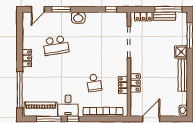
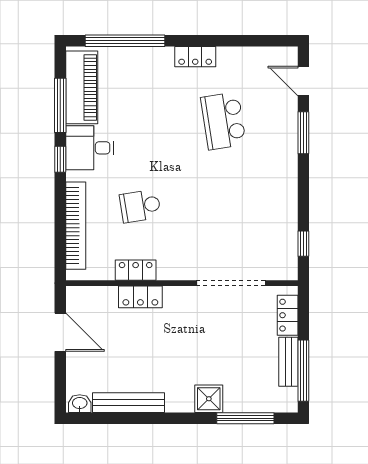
washbasin: (78, 18) -> (285, 171), removed
bench: (183, 75) -> (129, 403), moved

